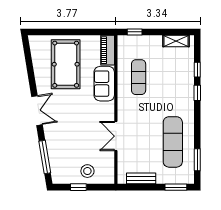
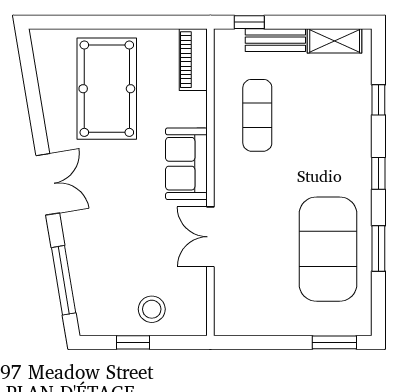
sofa: (104, 84) -> (186, 164), moved
window: (197, 93) -> (378, 173), moved
exercise mat: (173, 142) -> (328, 249), width x1.47
window: (197, 160) -> (378, 249), moved
bench: (141, 178) -> (275, 40), moved

